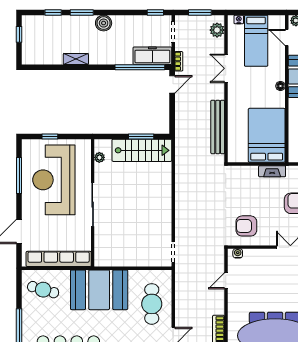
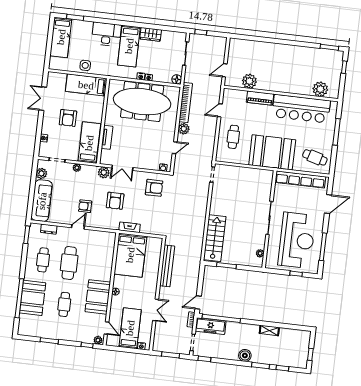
plant: (217, 30) -> (184, 129), moved
stairs: (142, 150) -> (215, 238), moved, turned 90
cafe table: (152, 304) -> (233, 137), width x0.73, depth x0.74

